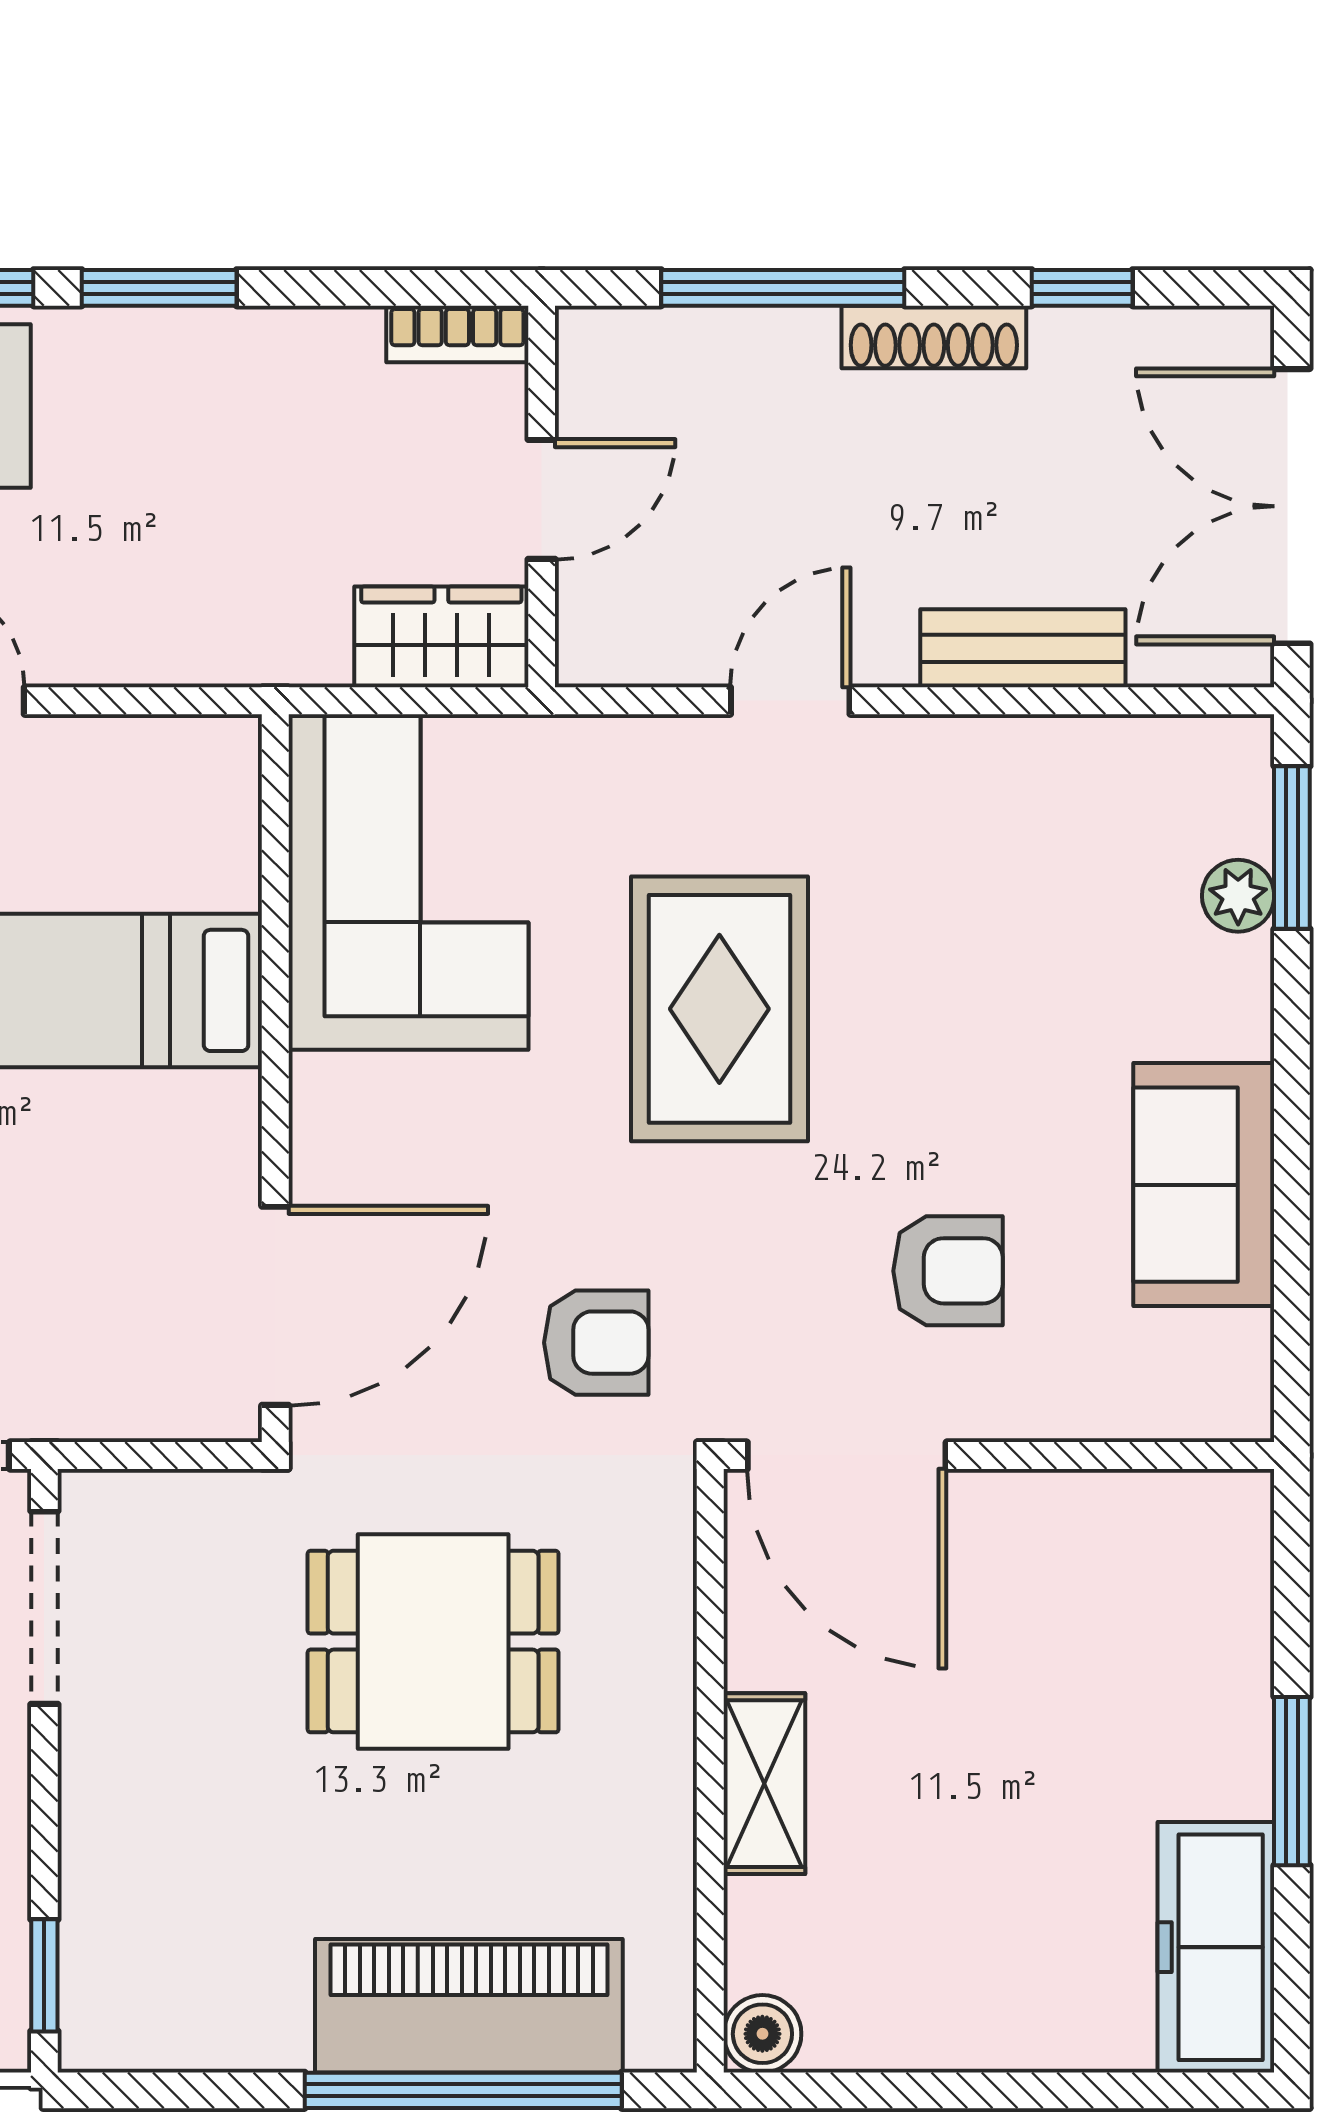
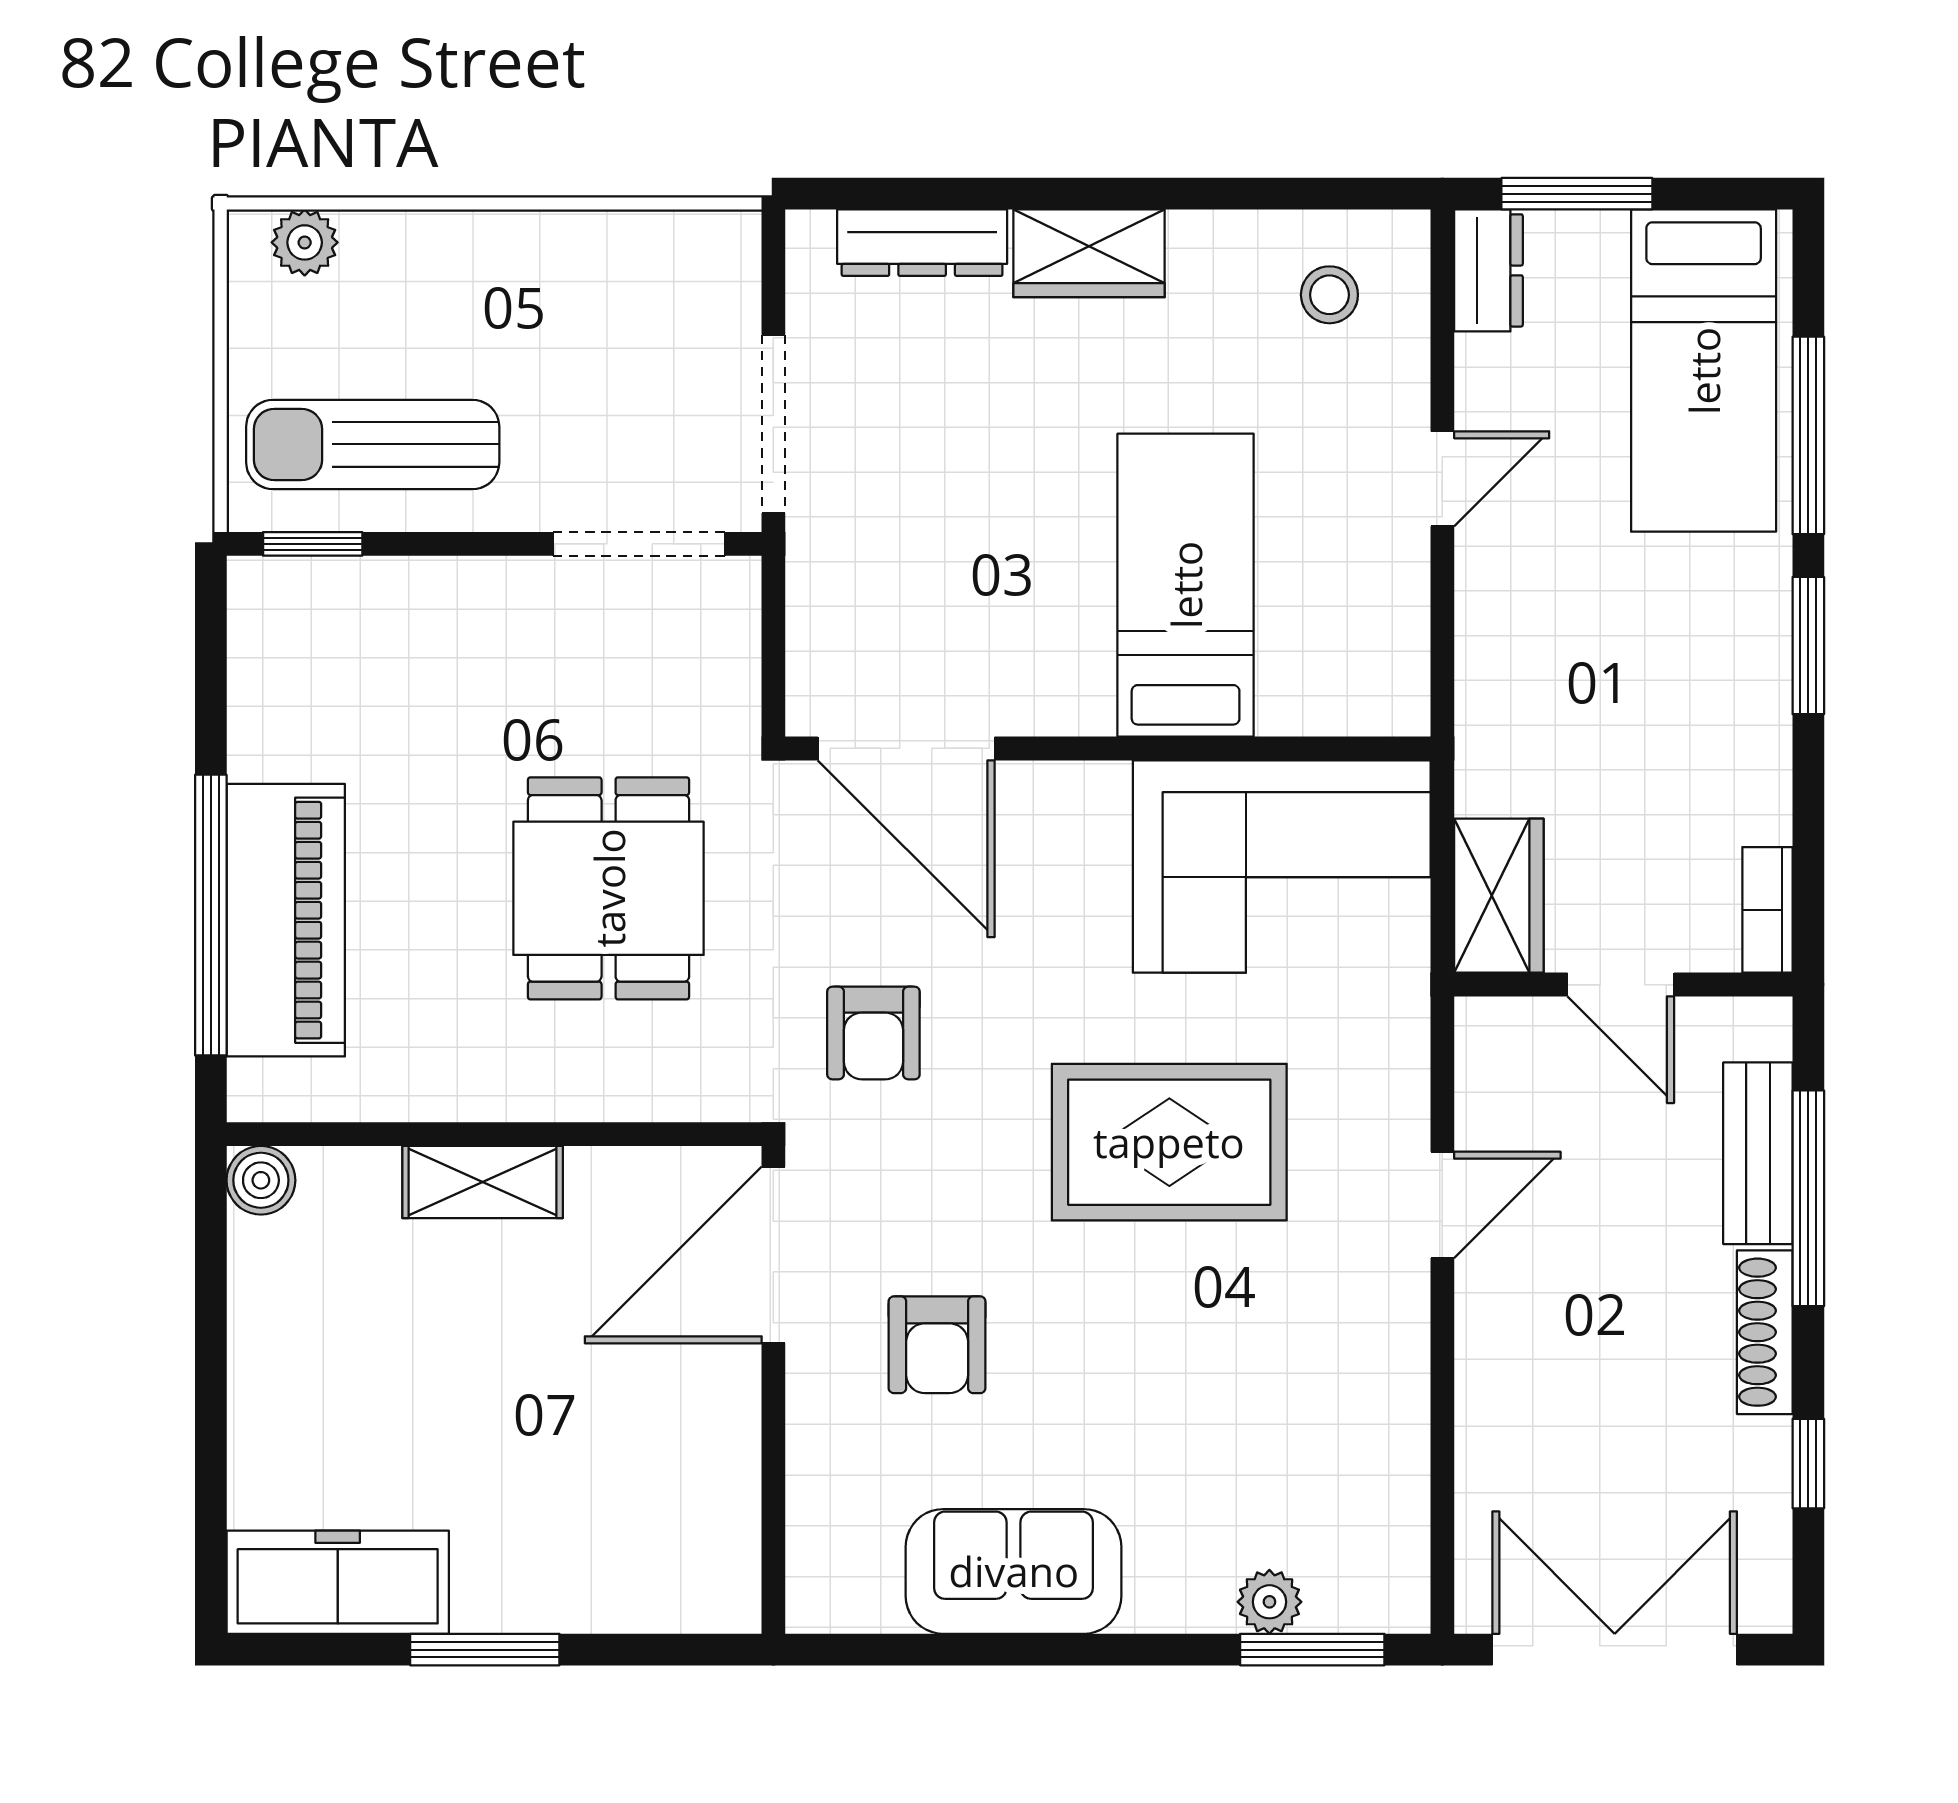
bench: (1023, 648) -> (1758, 1153), moved
door: (790, 701) -> (1442, 1205), hinge flipped

